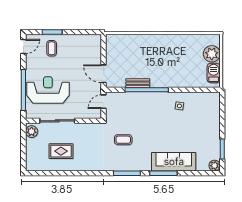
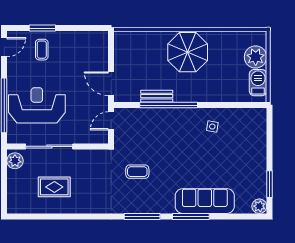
parasol: (161, 50) -> (188, 52), added

